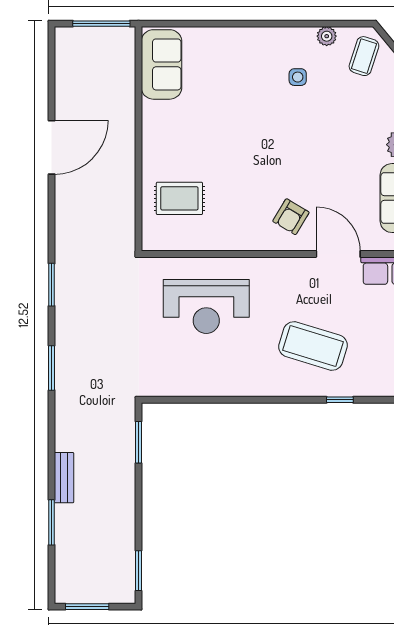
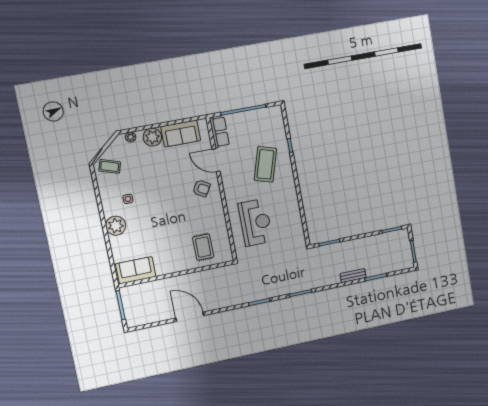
plant: (327, 36) -> (116, 226), moved, width x1.88, depth x1.88
door: (338, 254) -> (216, 160), hinge flipped

